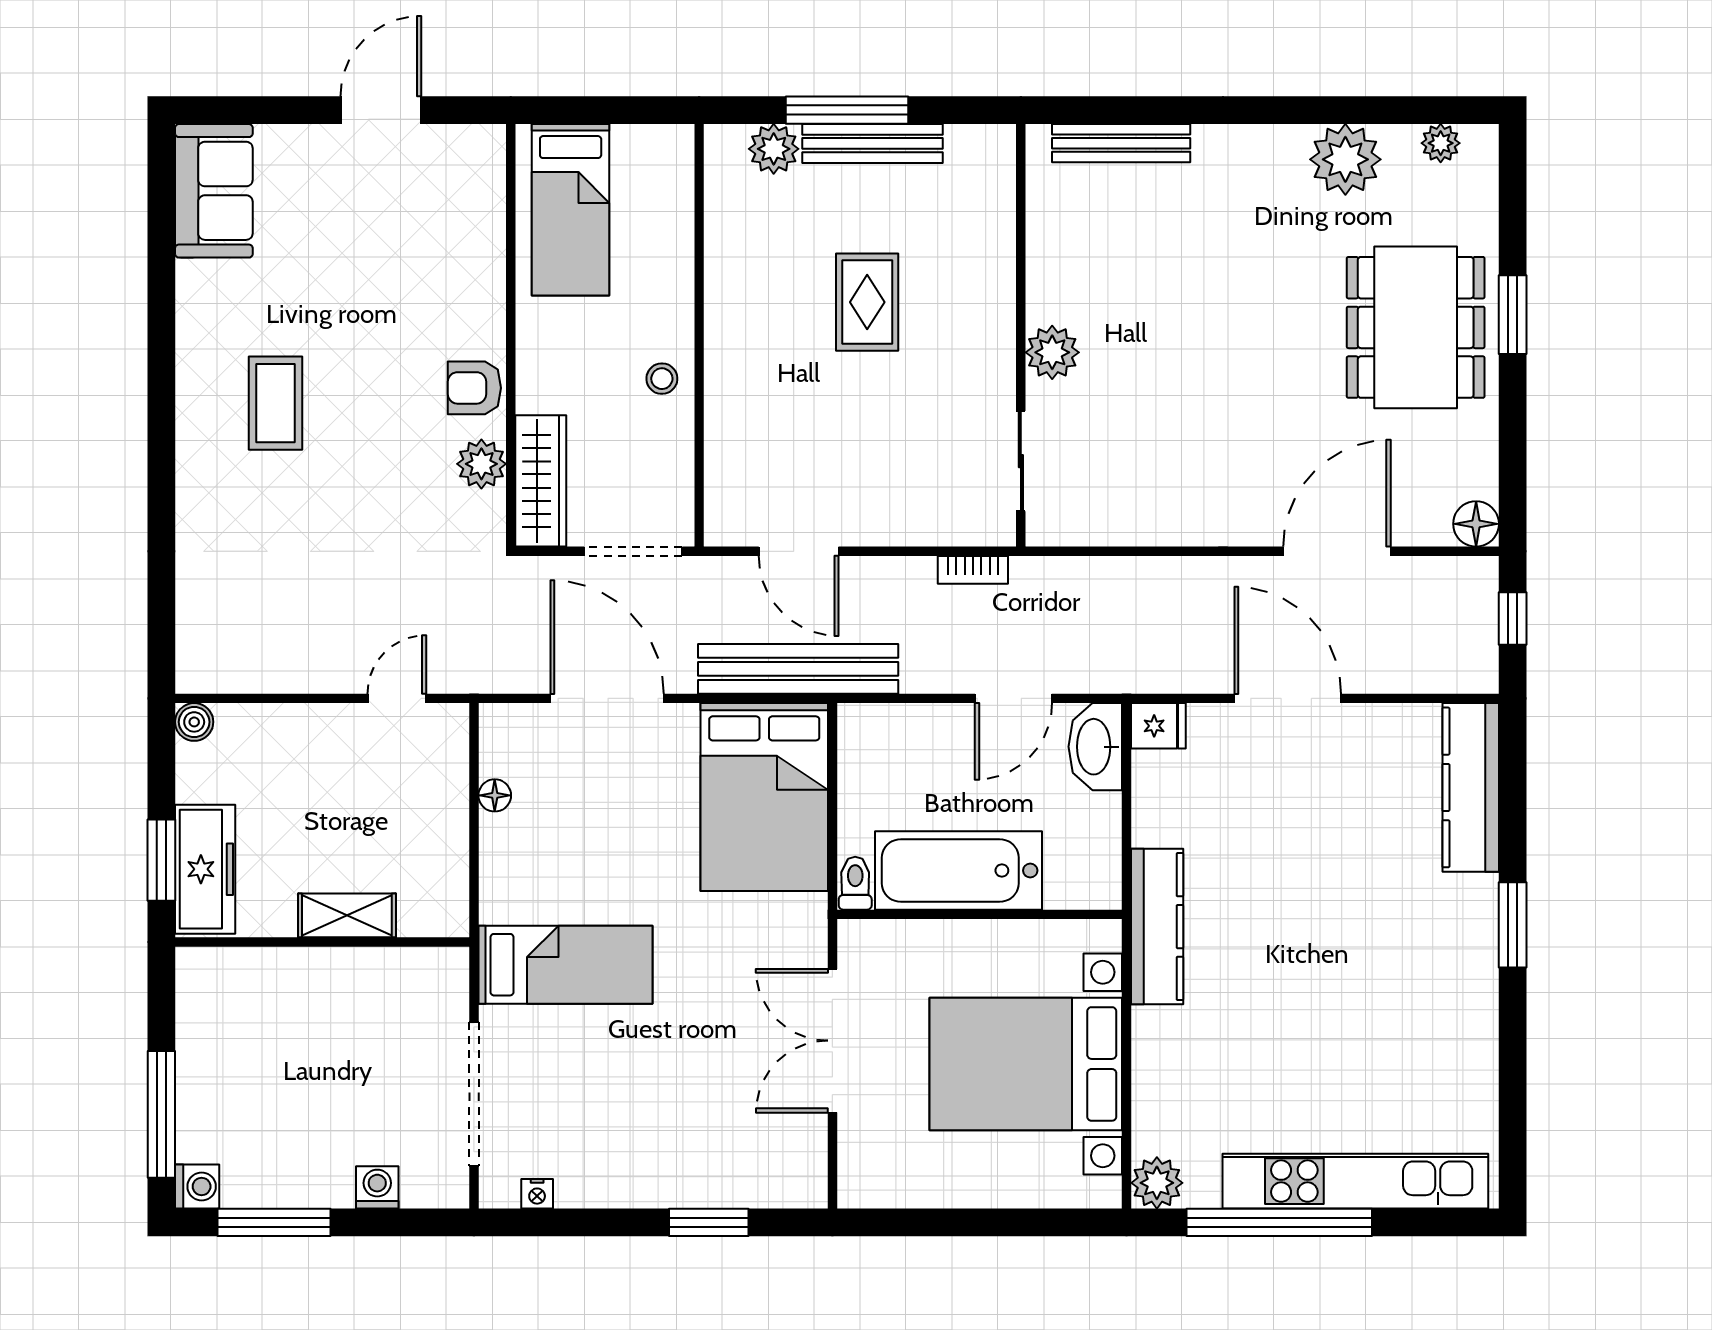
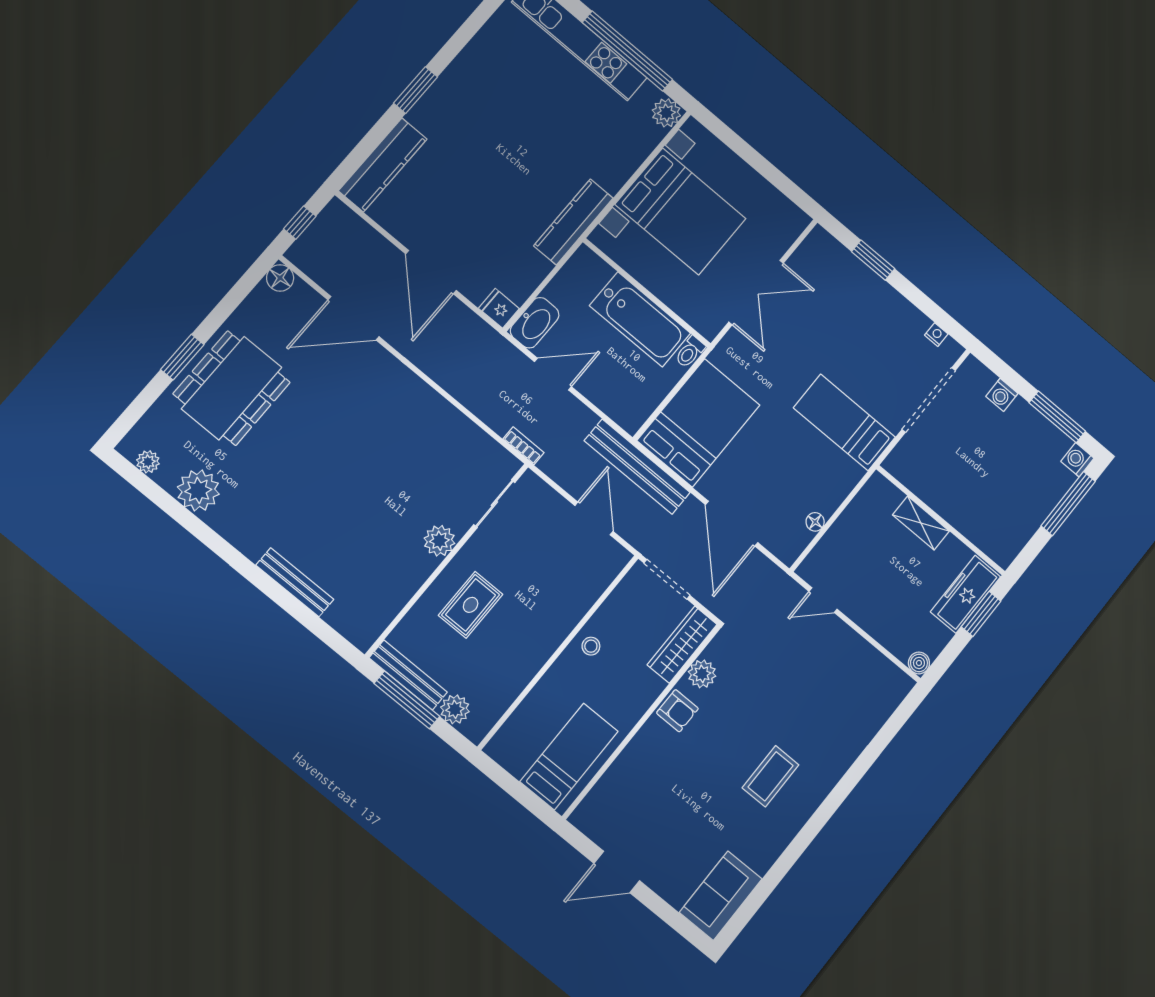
wall: (1021, 335) -> (447, 560), moved
plant: (1052, 352) -> (439, 541), moved
sliding door: (1021, 461) -> (494, 504), moved

